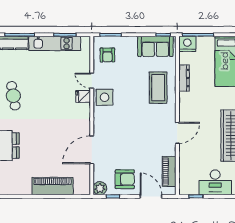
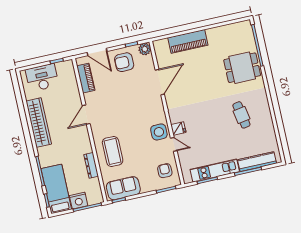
nightstand: (187, 44) -> (79, 201), moved

